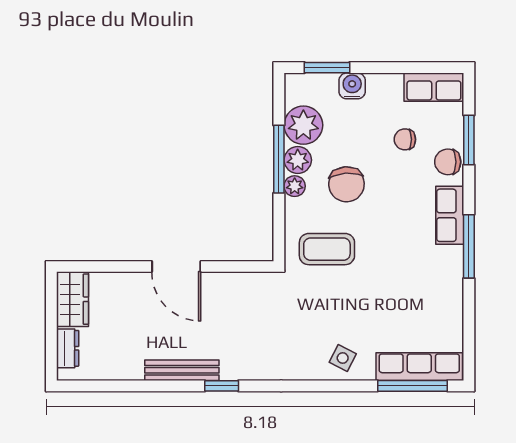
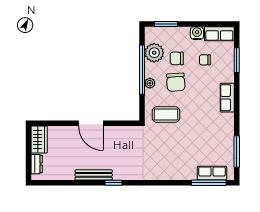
water cooler: (352, 86) -> (197, 33), moved
window: (279, 159) -> (142, 70), width x1.46
plant: (298, 160) -> (151, 70), removed
chair: (448, 162) -> (177, 58), moved
window: (469, 246) -> (237, 152), moved
side table: (343, 358) -> (174, 169), removed
row of seats: (419, 367) -> (212, 173), width x0.68

